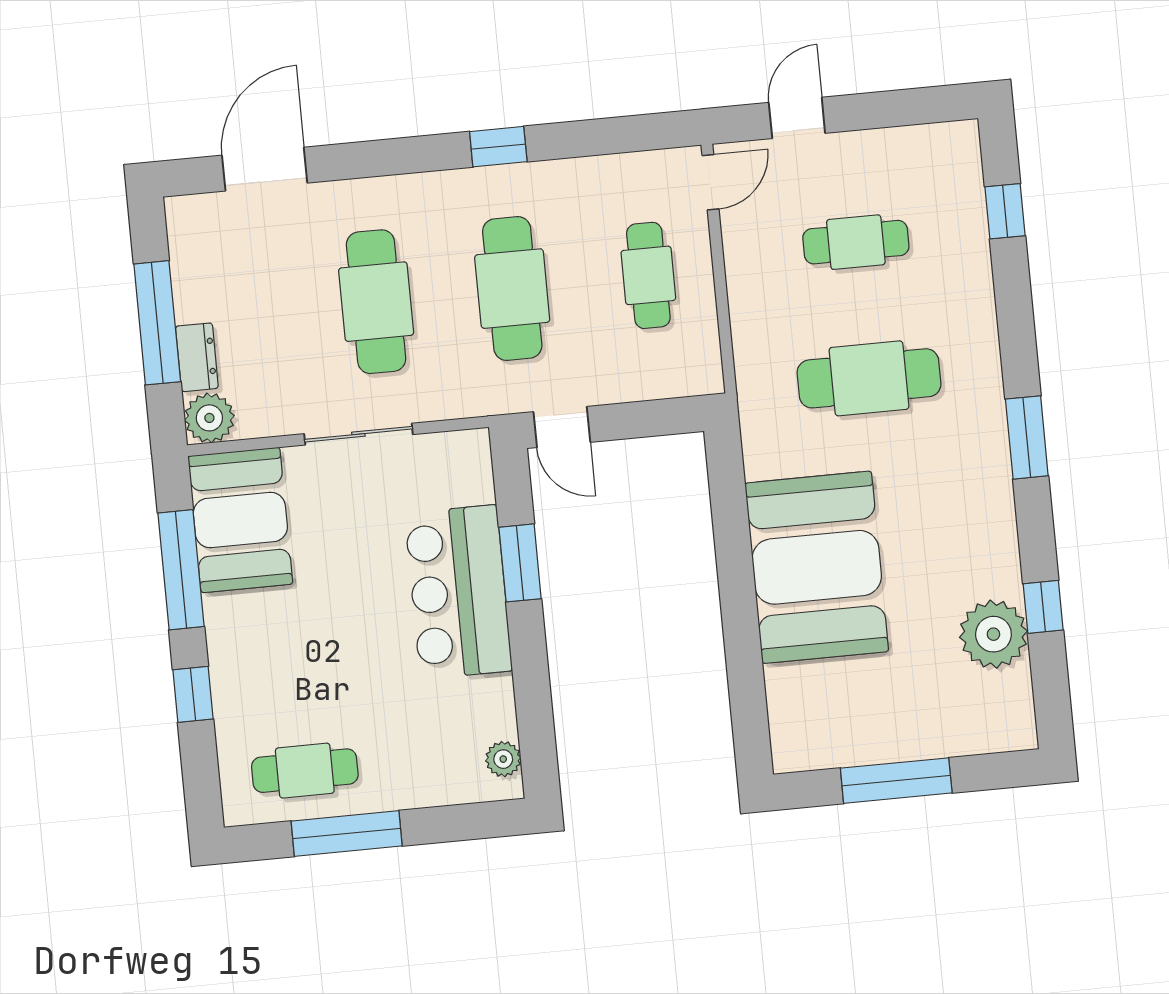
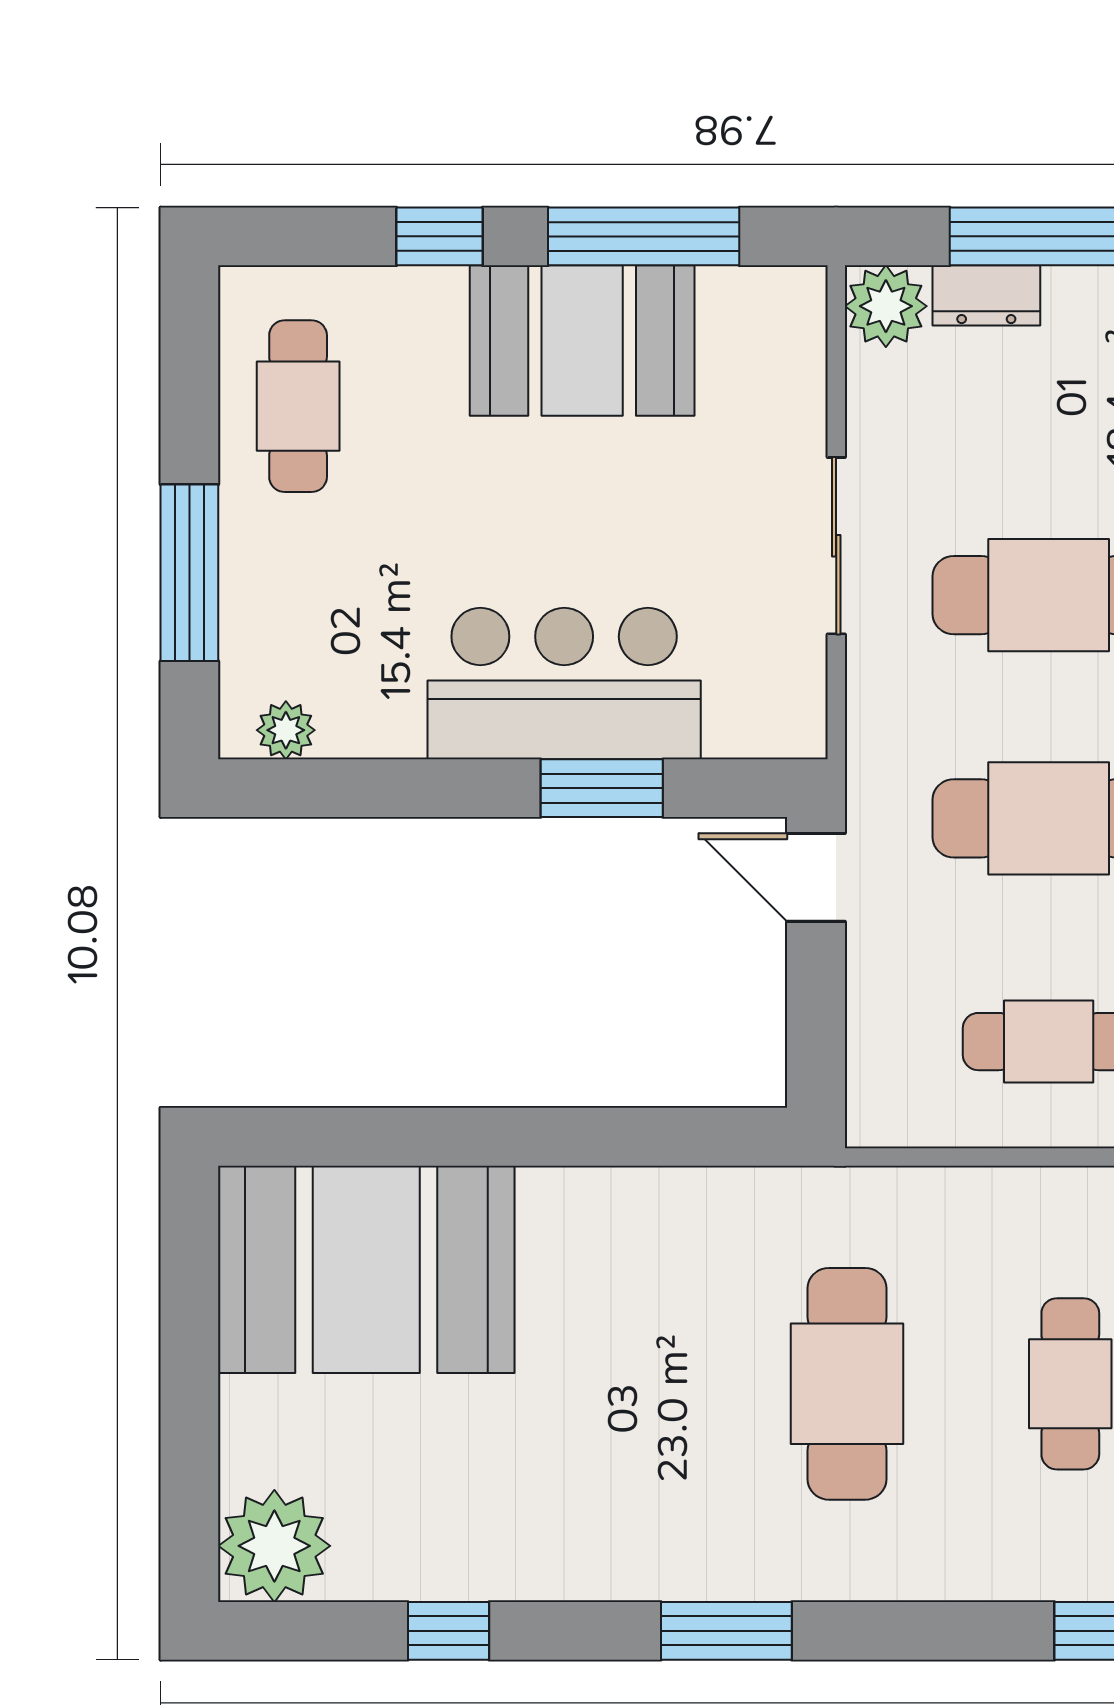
door: (562, 427) -> (816, 877), hinge flipped
booth: (240, 520) -> (582, 341), moved
booth: (817, 567) -> (366, 1269), moved
plant: (993, 634) -> (274, 1546), moved
window: (896, 781) -> (189, 1365), removed
window: (347, 834) -> (189, 573), moved

